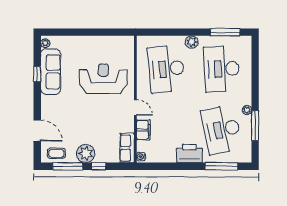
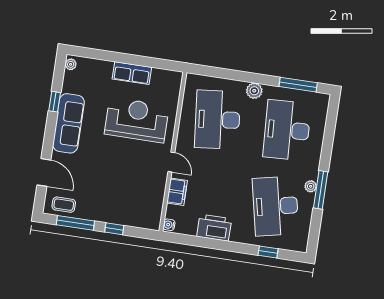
sofa: (51, 72) -> (69, 123), moved
window: (255, 126) -> (321, 190), moved
row of seats: (127, 148) -> (132, 73), moved, turned -90
plant: (86, 154) -> (100, 210), removed
printer: (189, 154) -> (214, 228), moved
window: (221, 166) -> (268, 252), width x0.46

